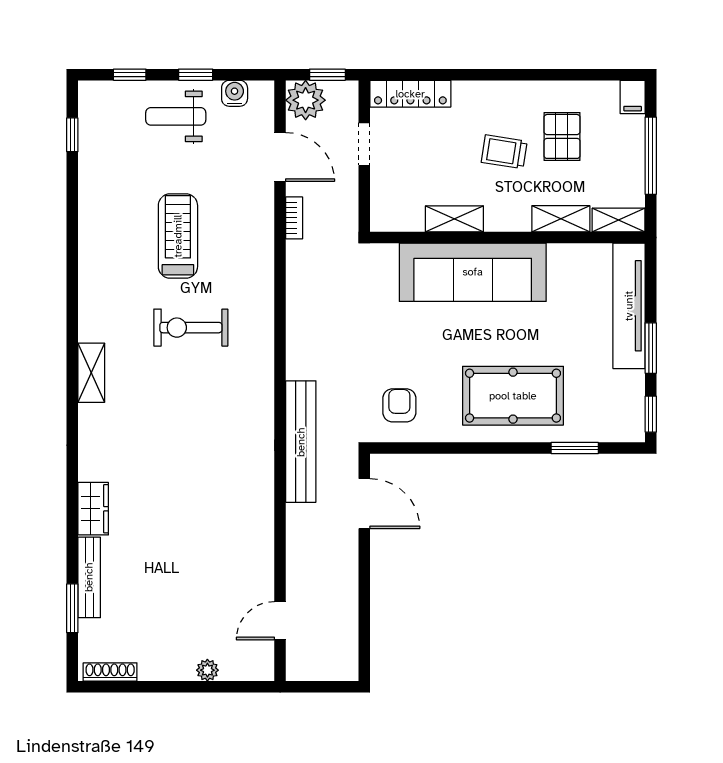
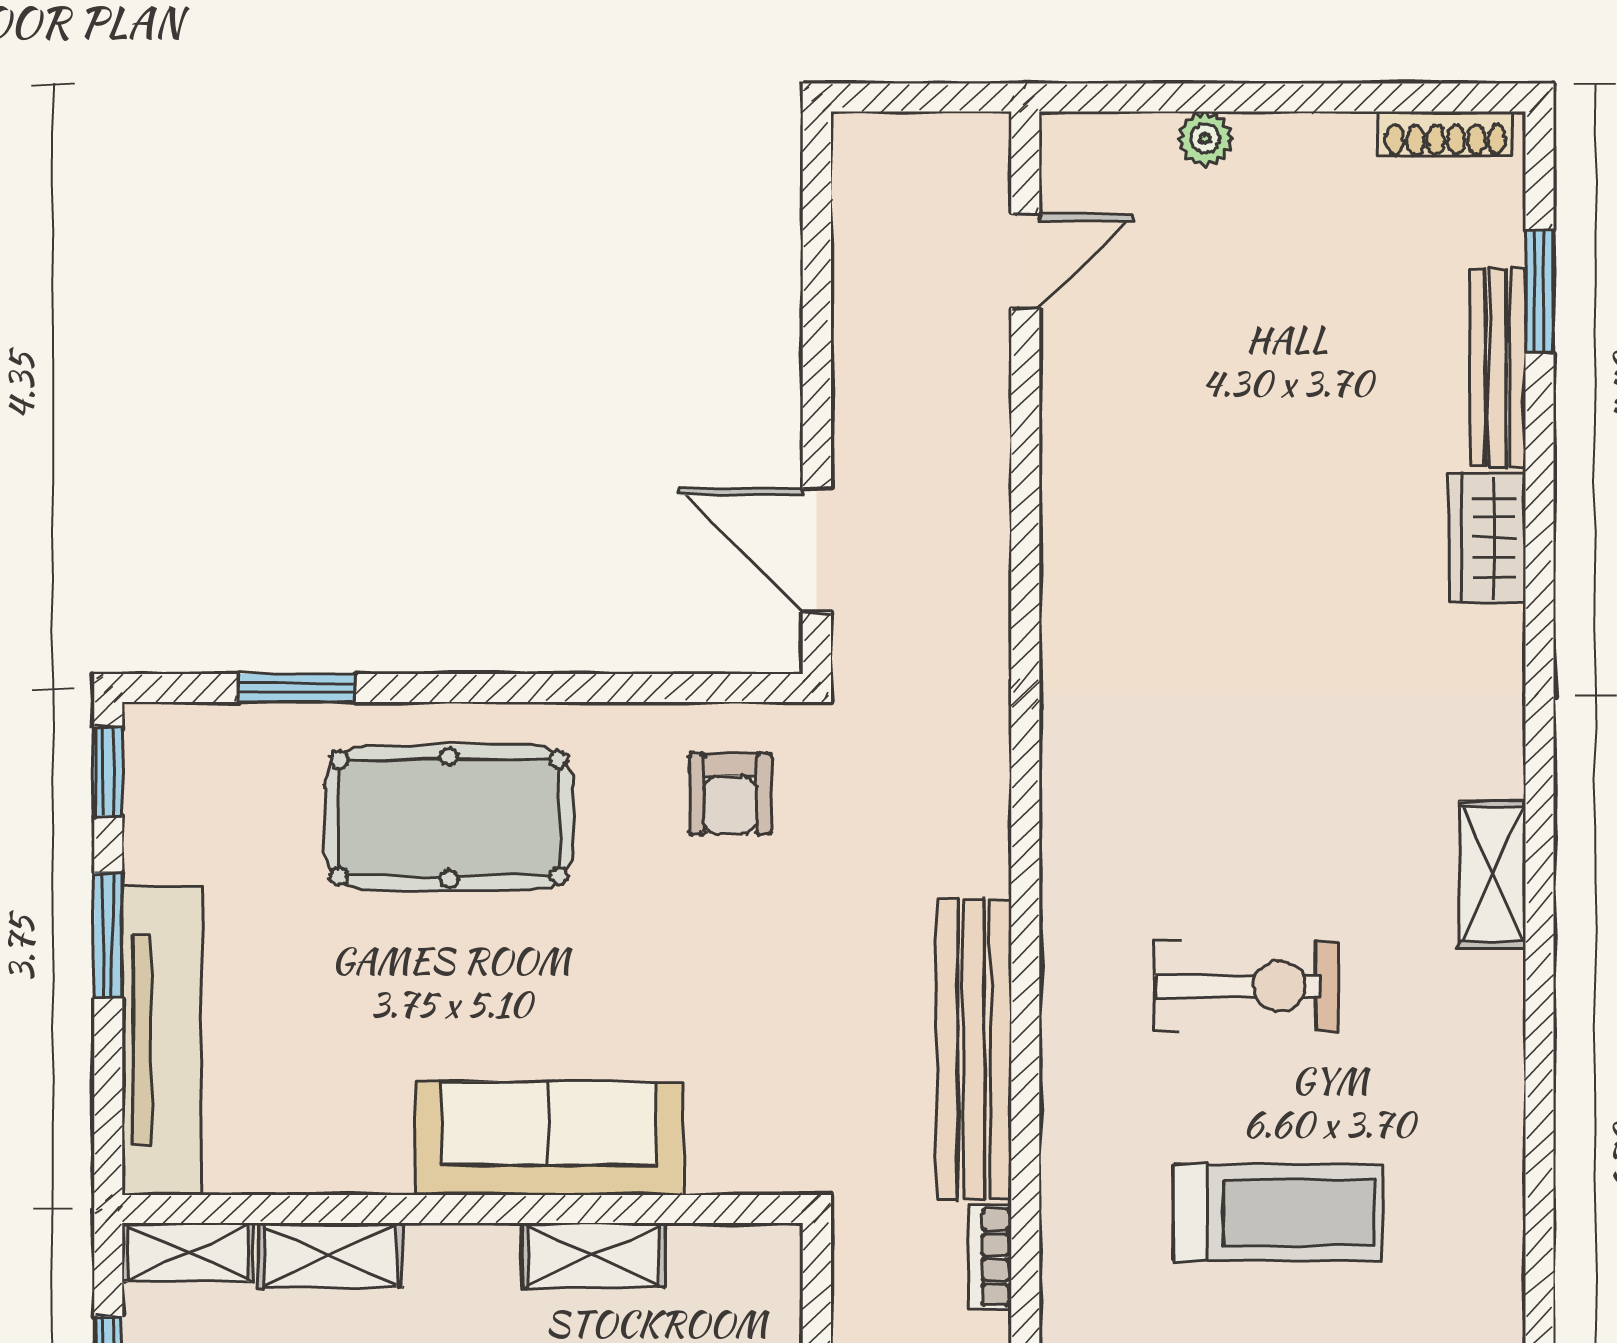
treadmill: (178, 236) -> (1278, 1213), turned -90
sofa: (473, 272) -> (549, 1138), width x0.74, depth x0.79
bench: (301, 442) -> (974, 1049), moved

